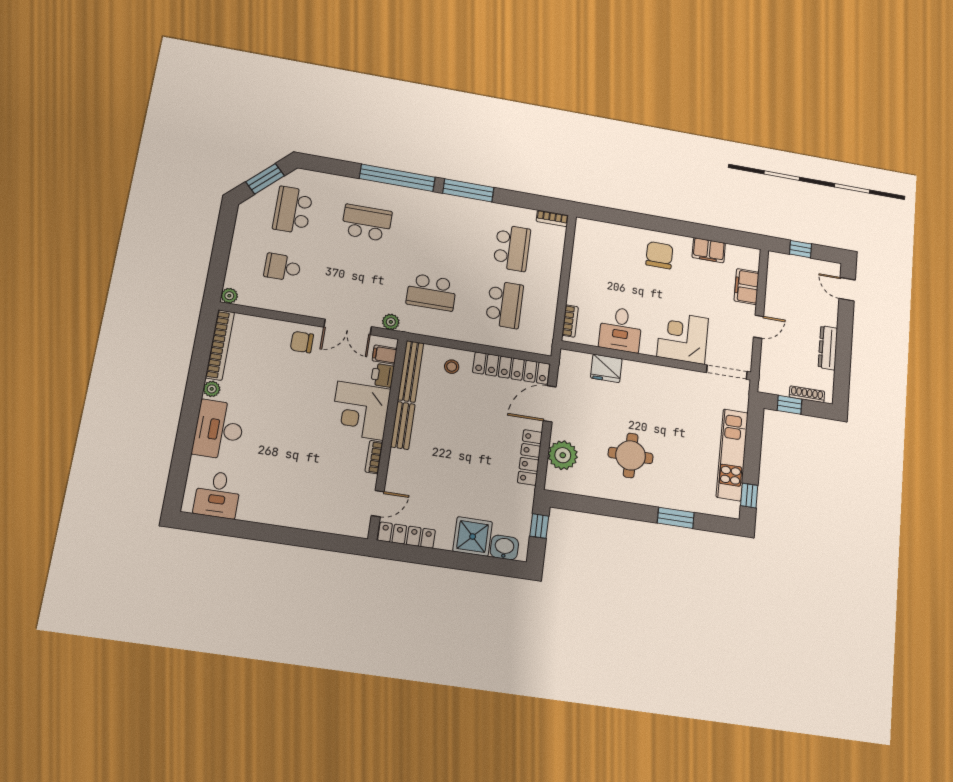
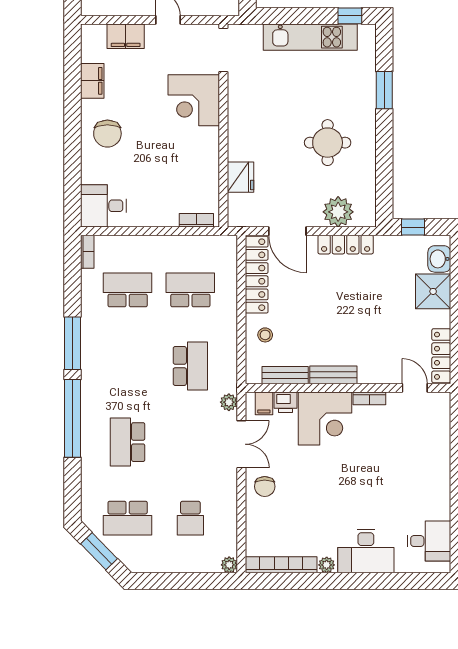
chair: (659, 255) -> (107, 134), turned -90
desk: (621, 329) -> (103, 206), moved, turned 180
bench: (411, 371) -> (285, 375), width x0.73

